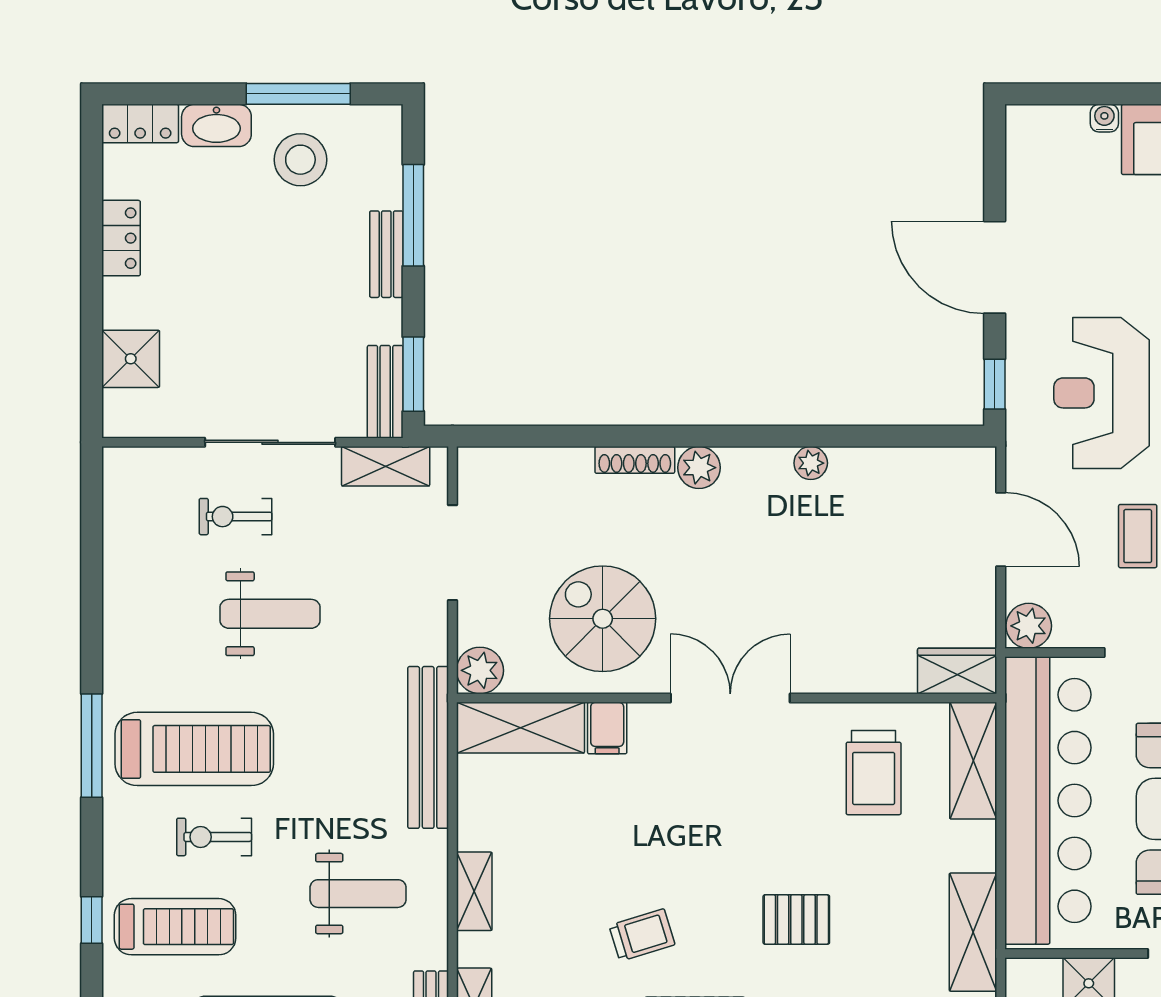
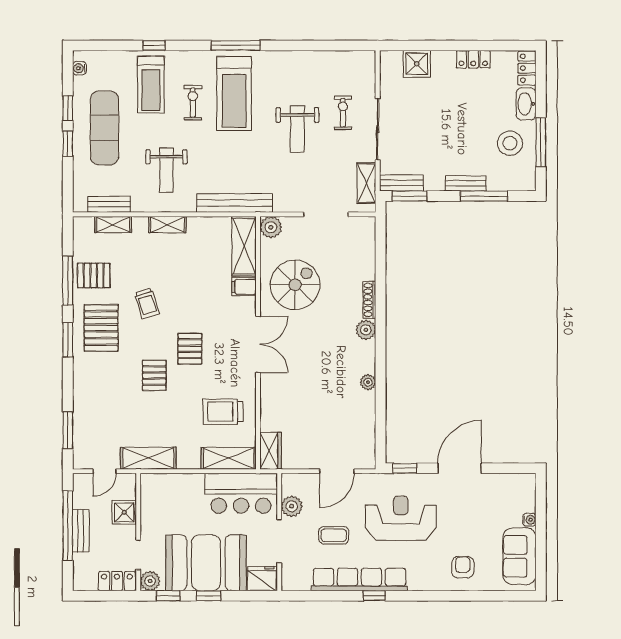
plant: (1029, 626) -> (292, 506), moved
bar counter: (1048, 801) -> (241, 493), width x0.54
pallet: (739, 843) -> (190, 349), added

